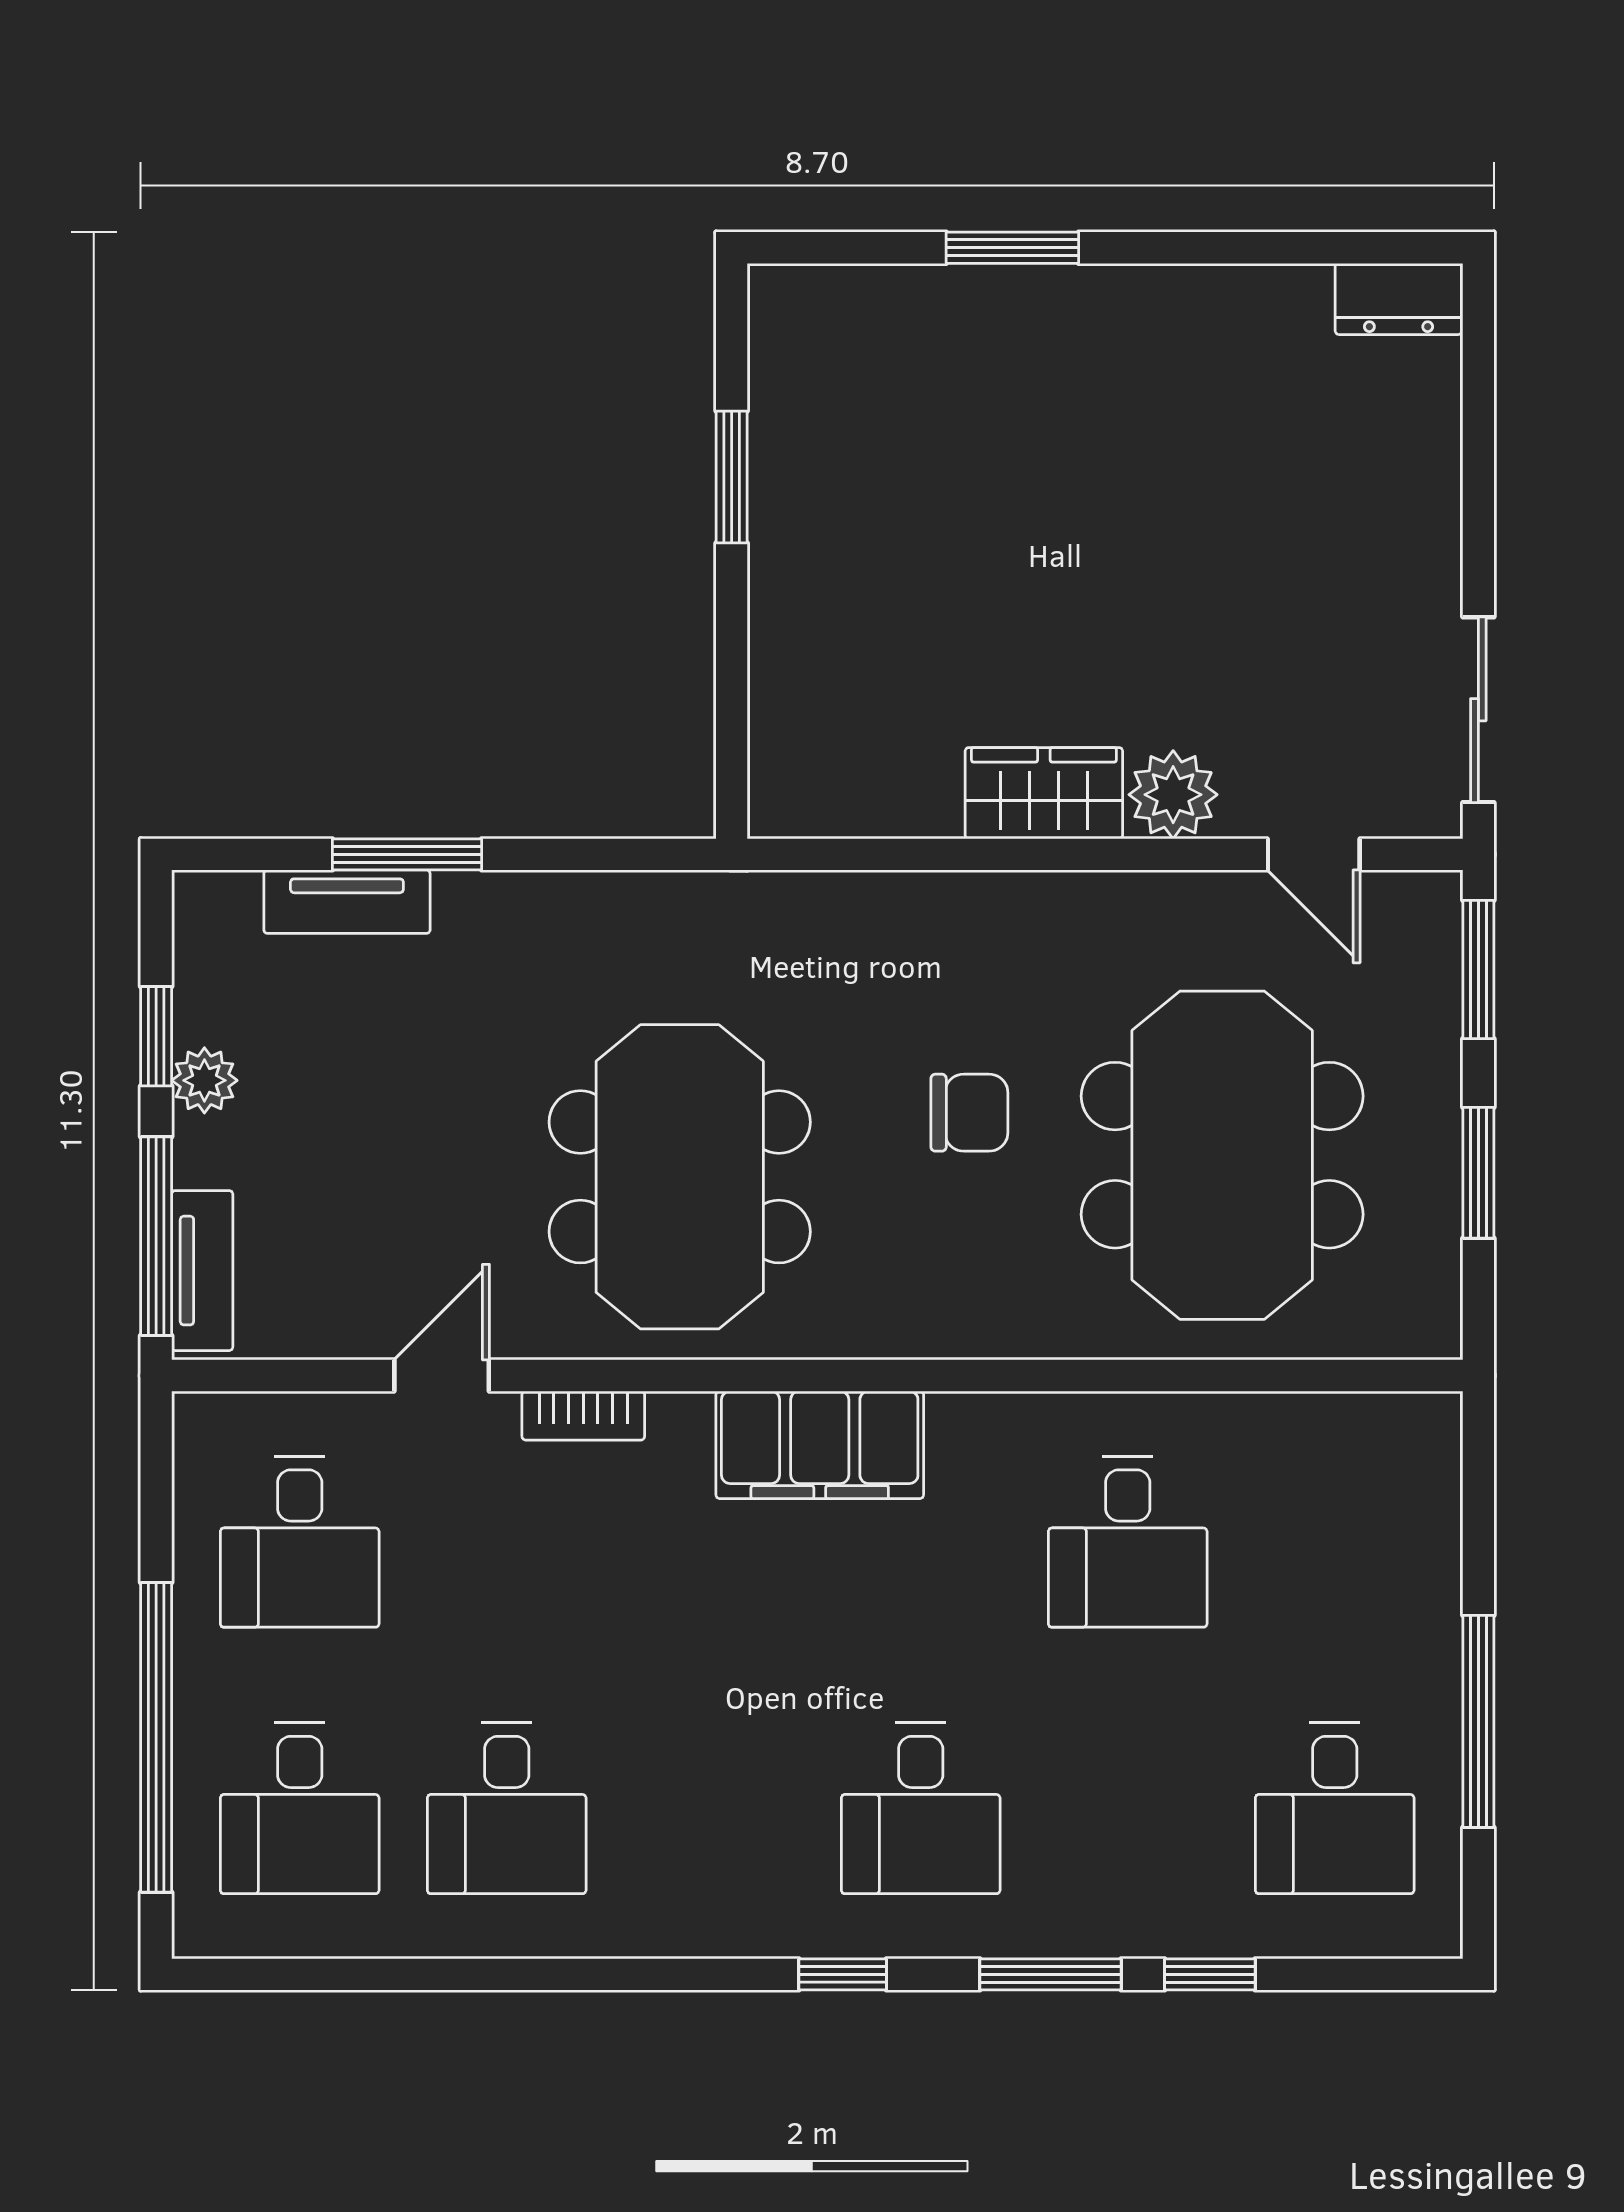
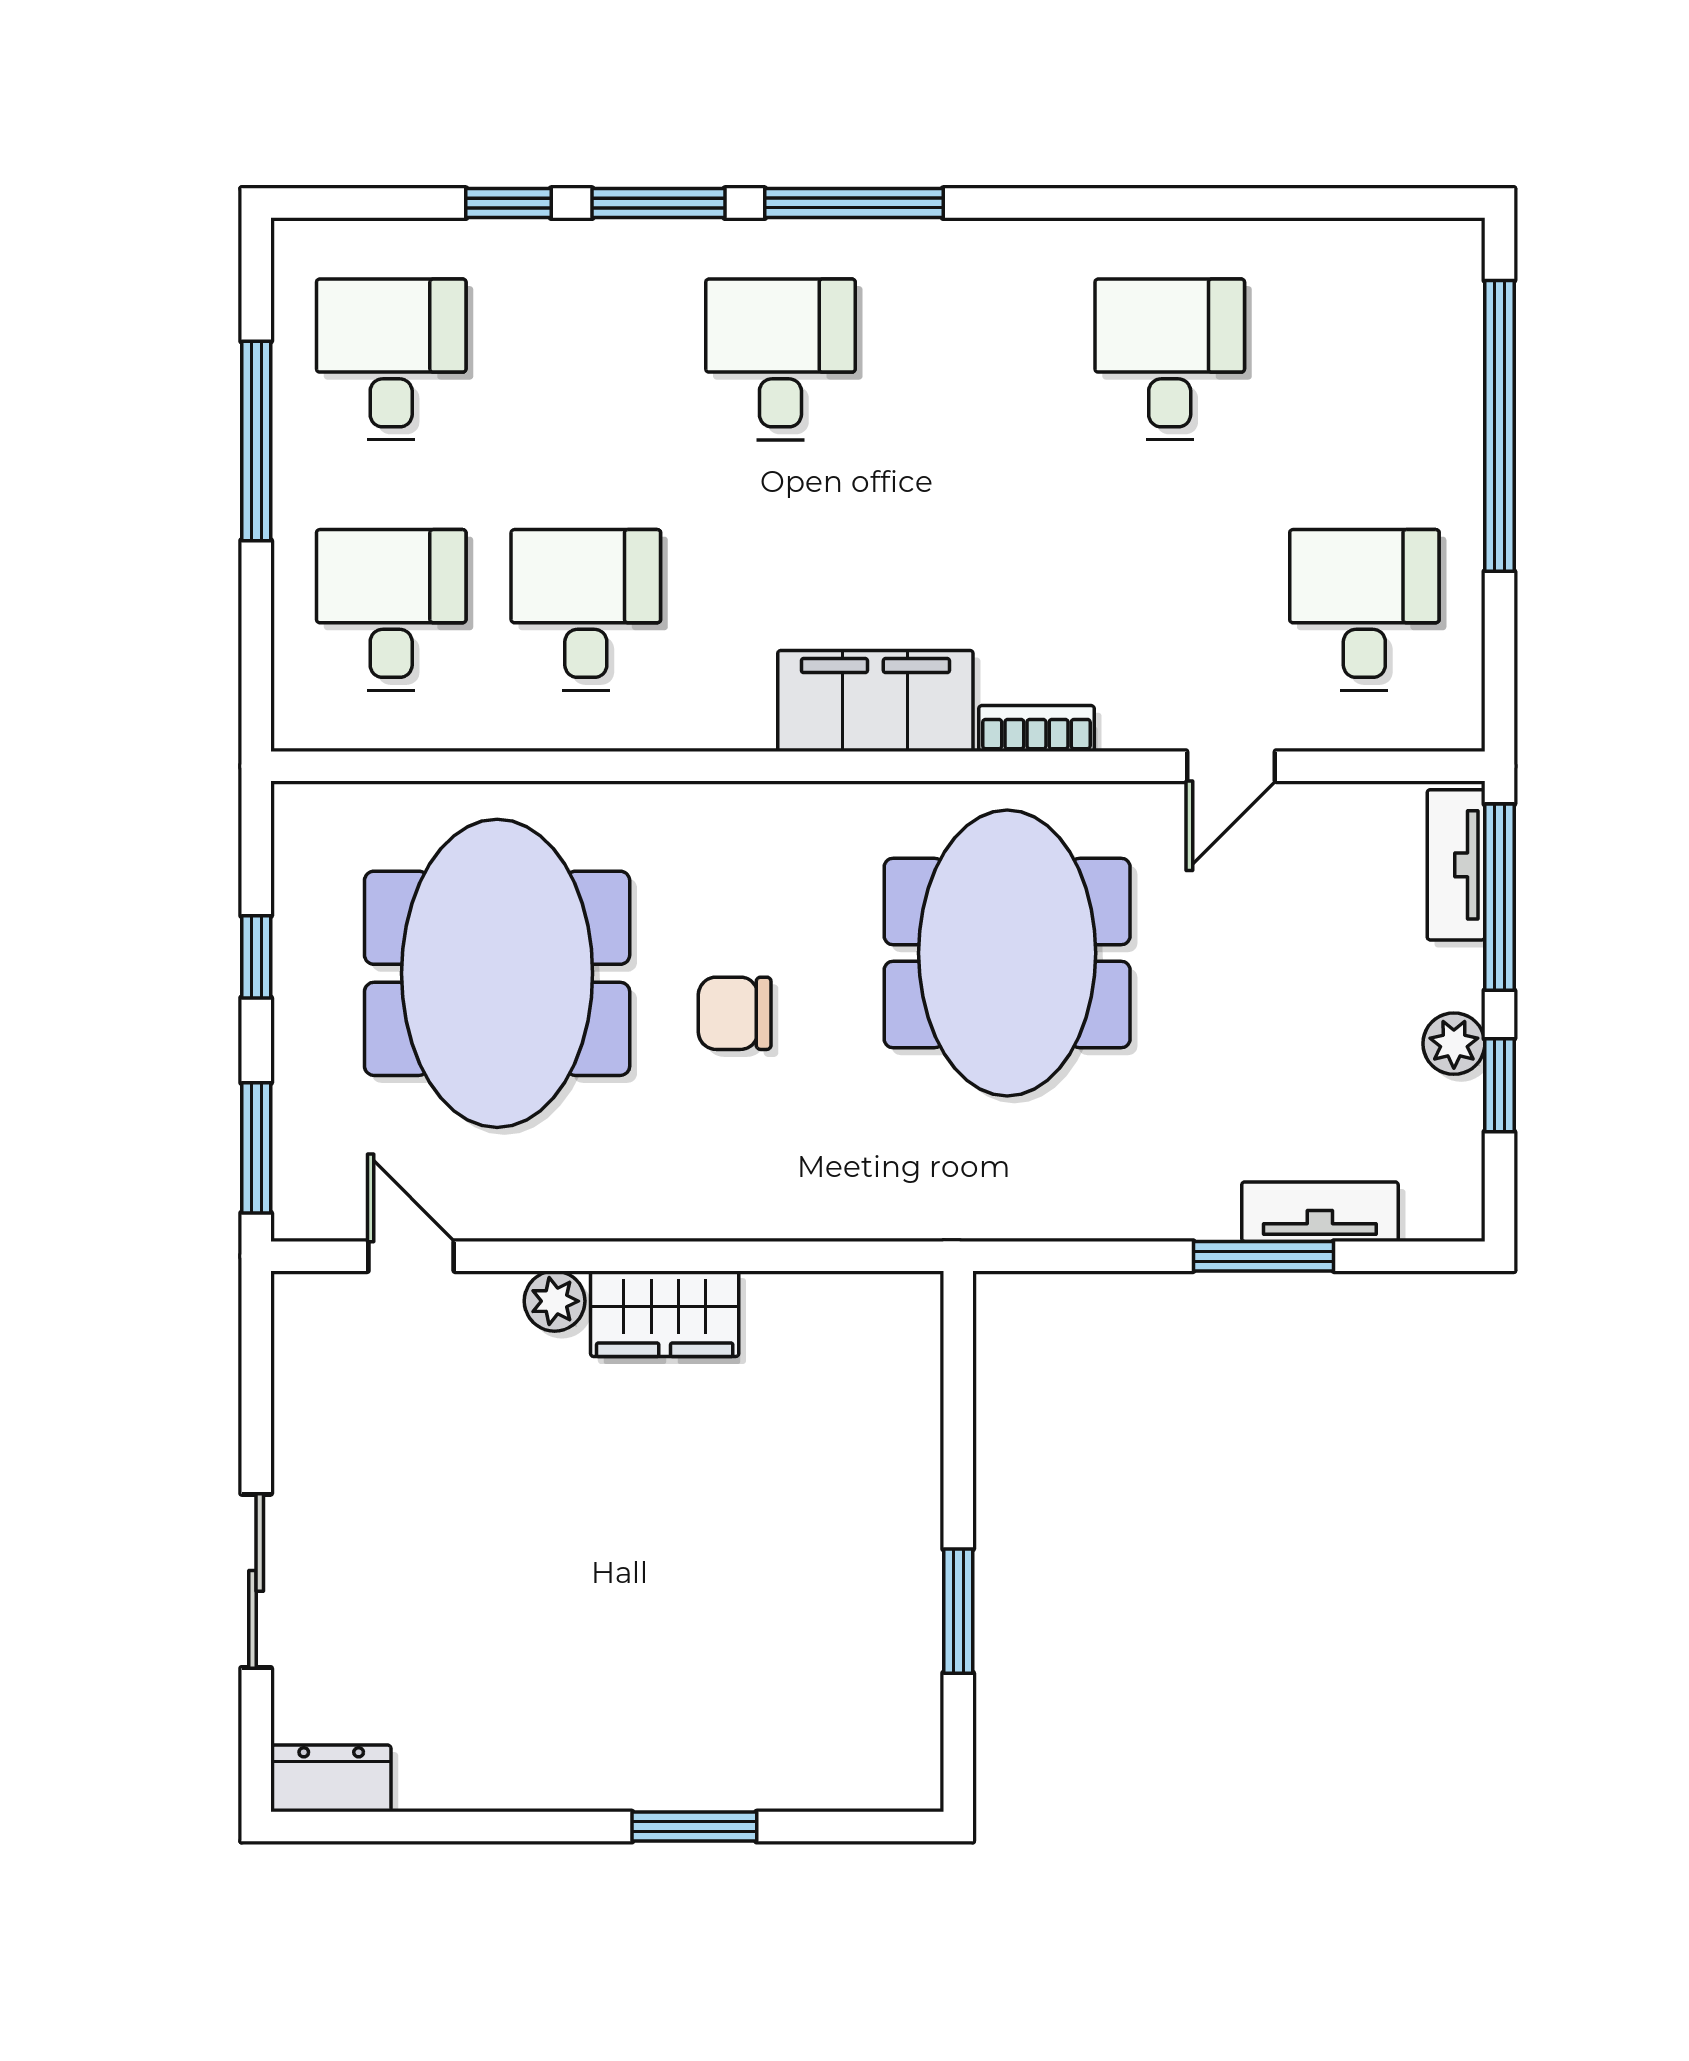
sliding door: (1478, 710) -> (256, 1581), moved
plant: (1173, 795) -> (555, 1301), width x0.73, depth x0.73
window: (1478, 1173) -> (256, 957), width x0.67
bookcase: (583, 1416) -> (1036, 729), moved
desk: (300, 1808) -> (391, 610), moved
window: (843, 1974) -> (854, 203), width x2.17

